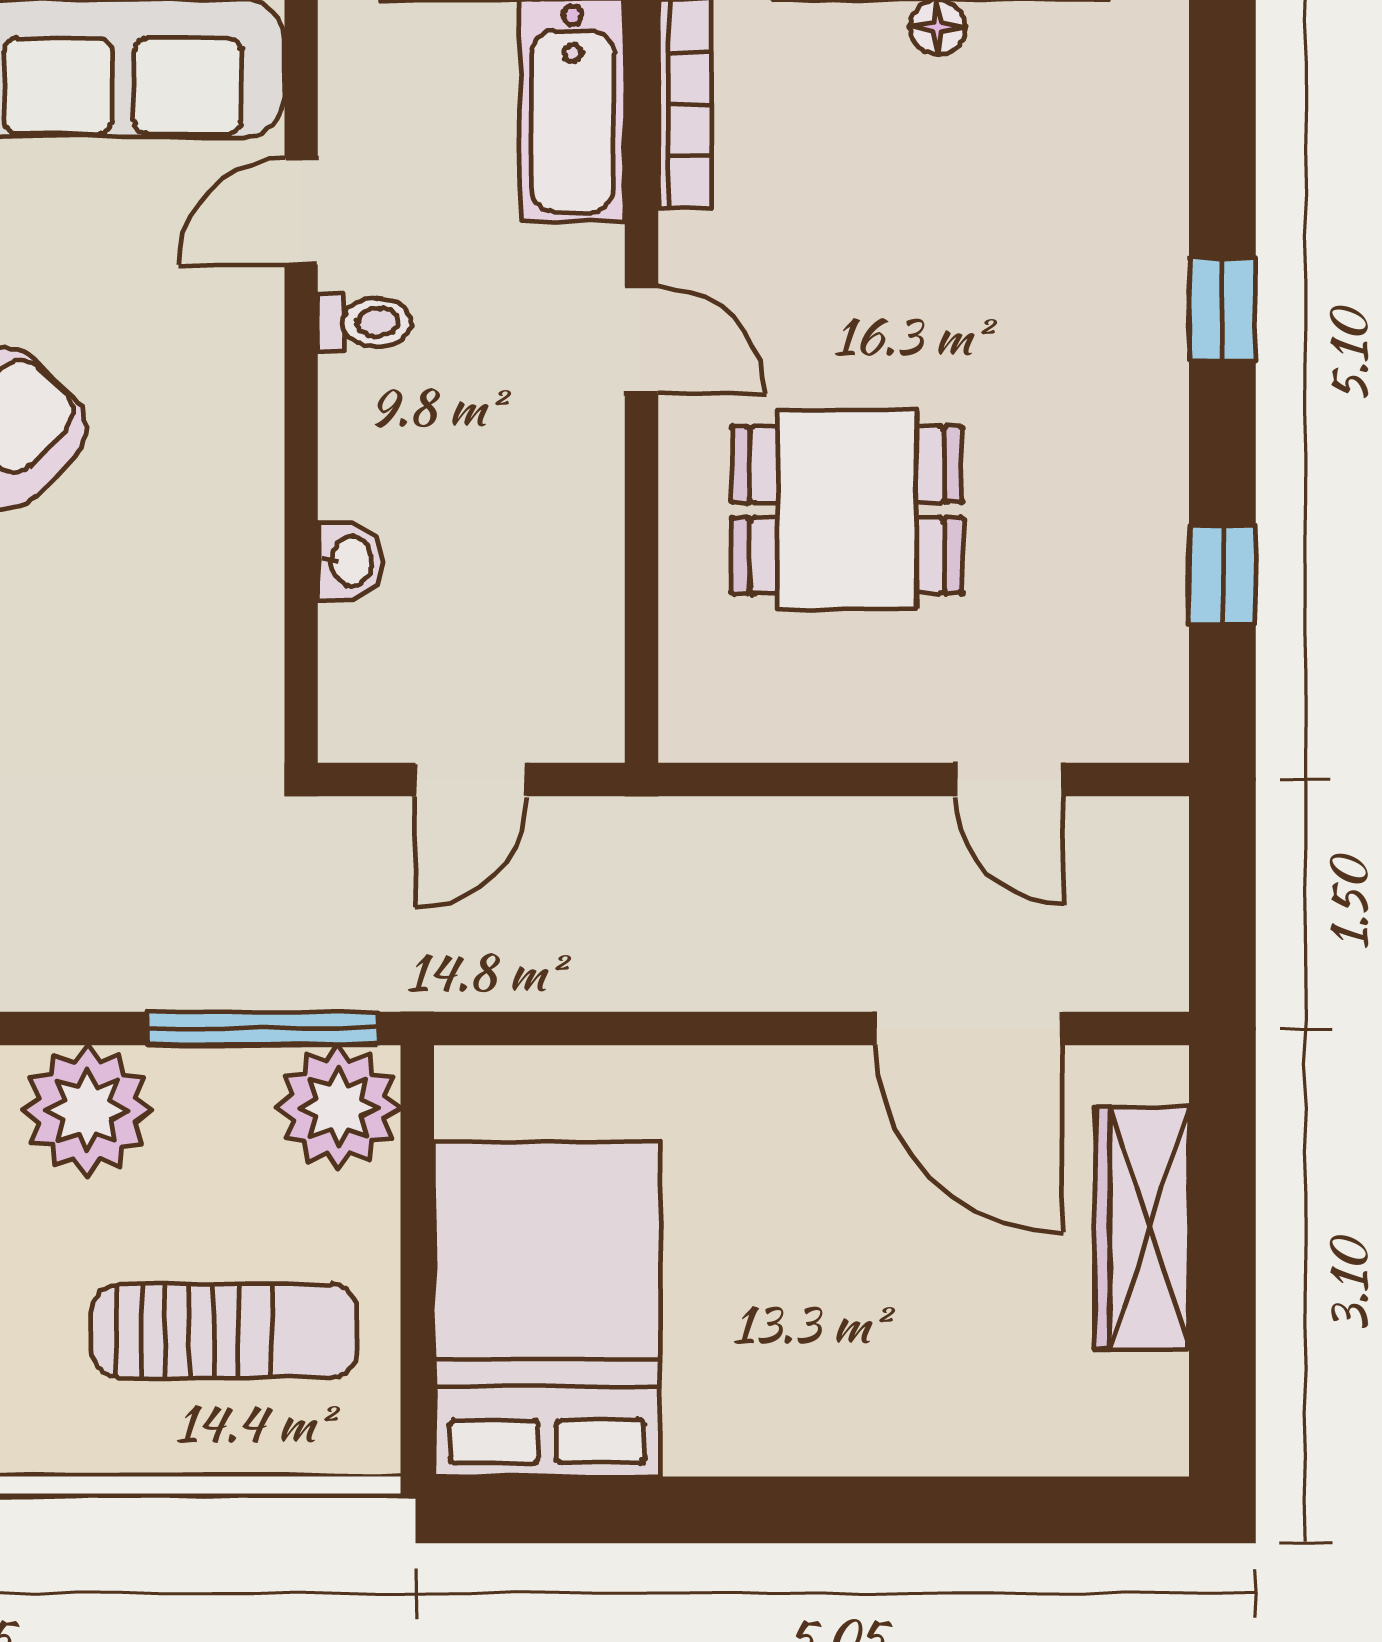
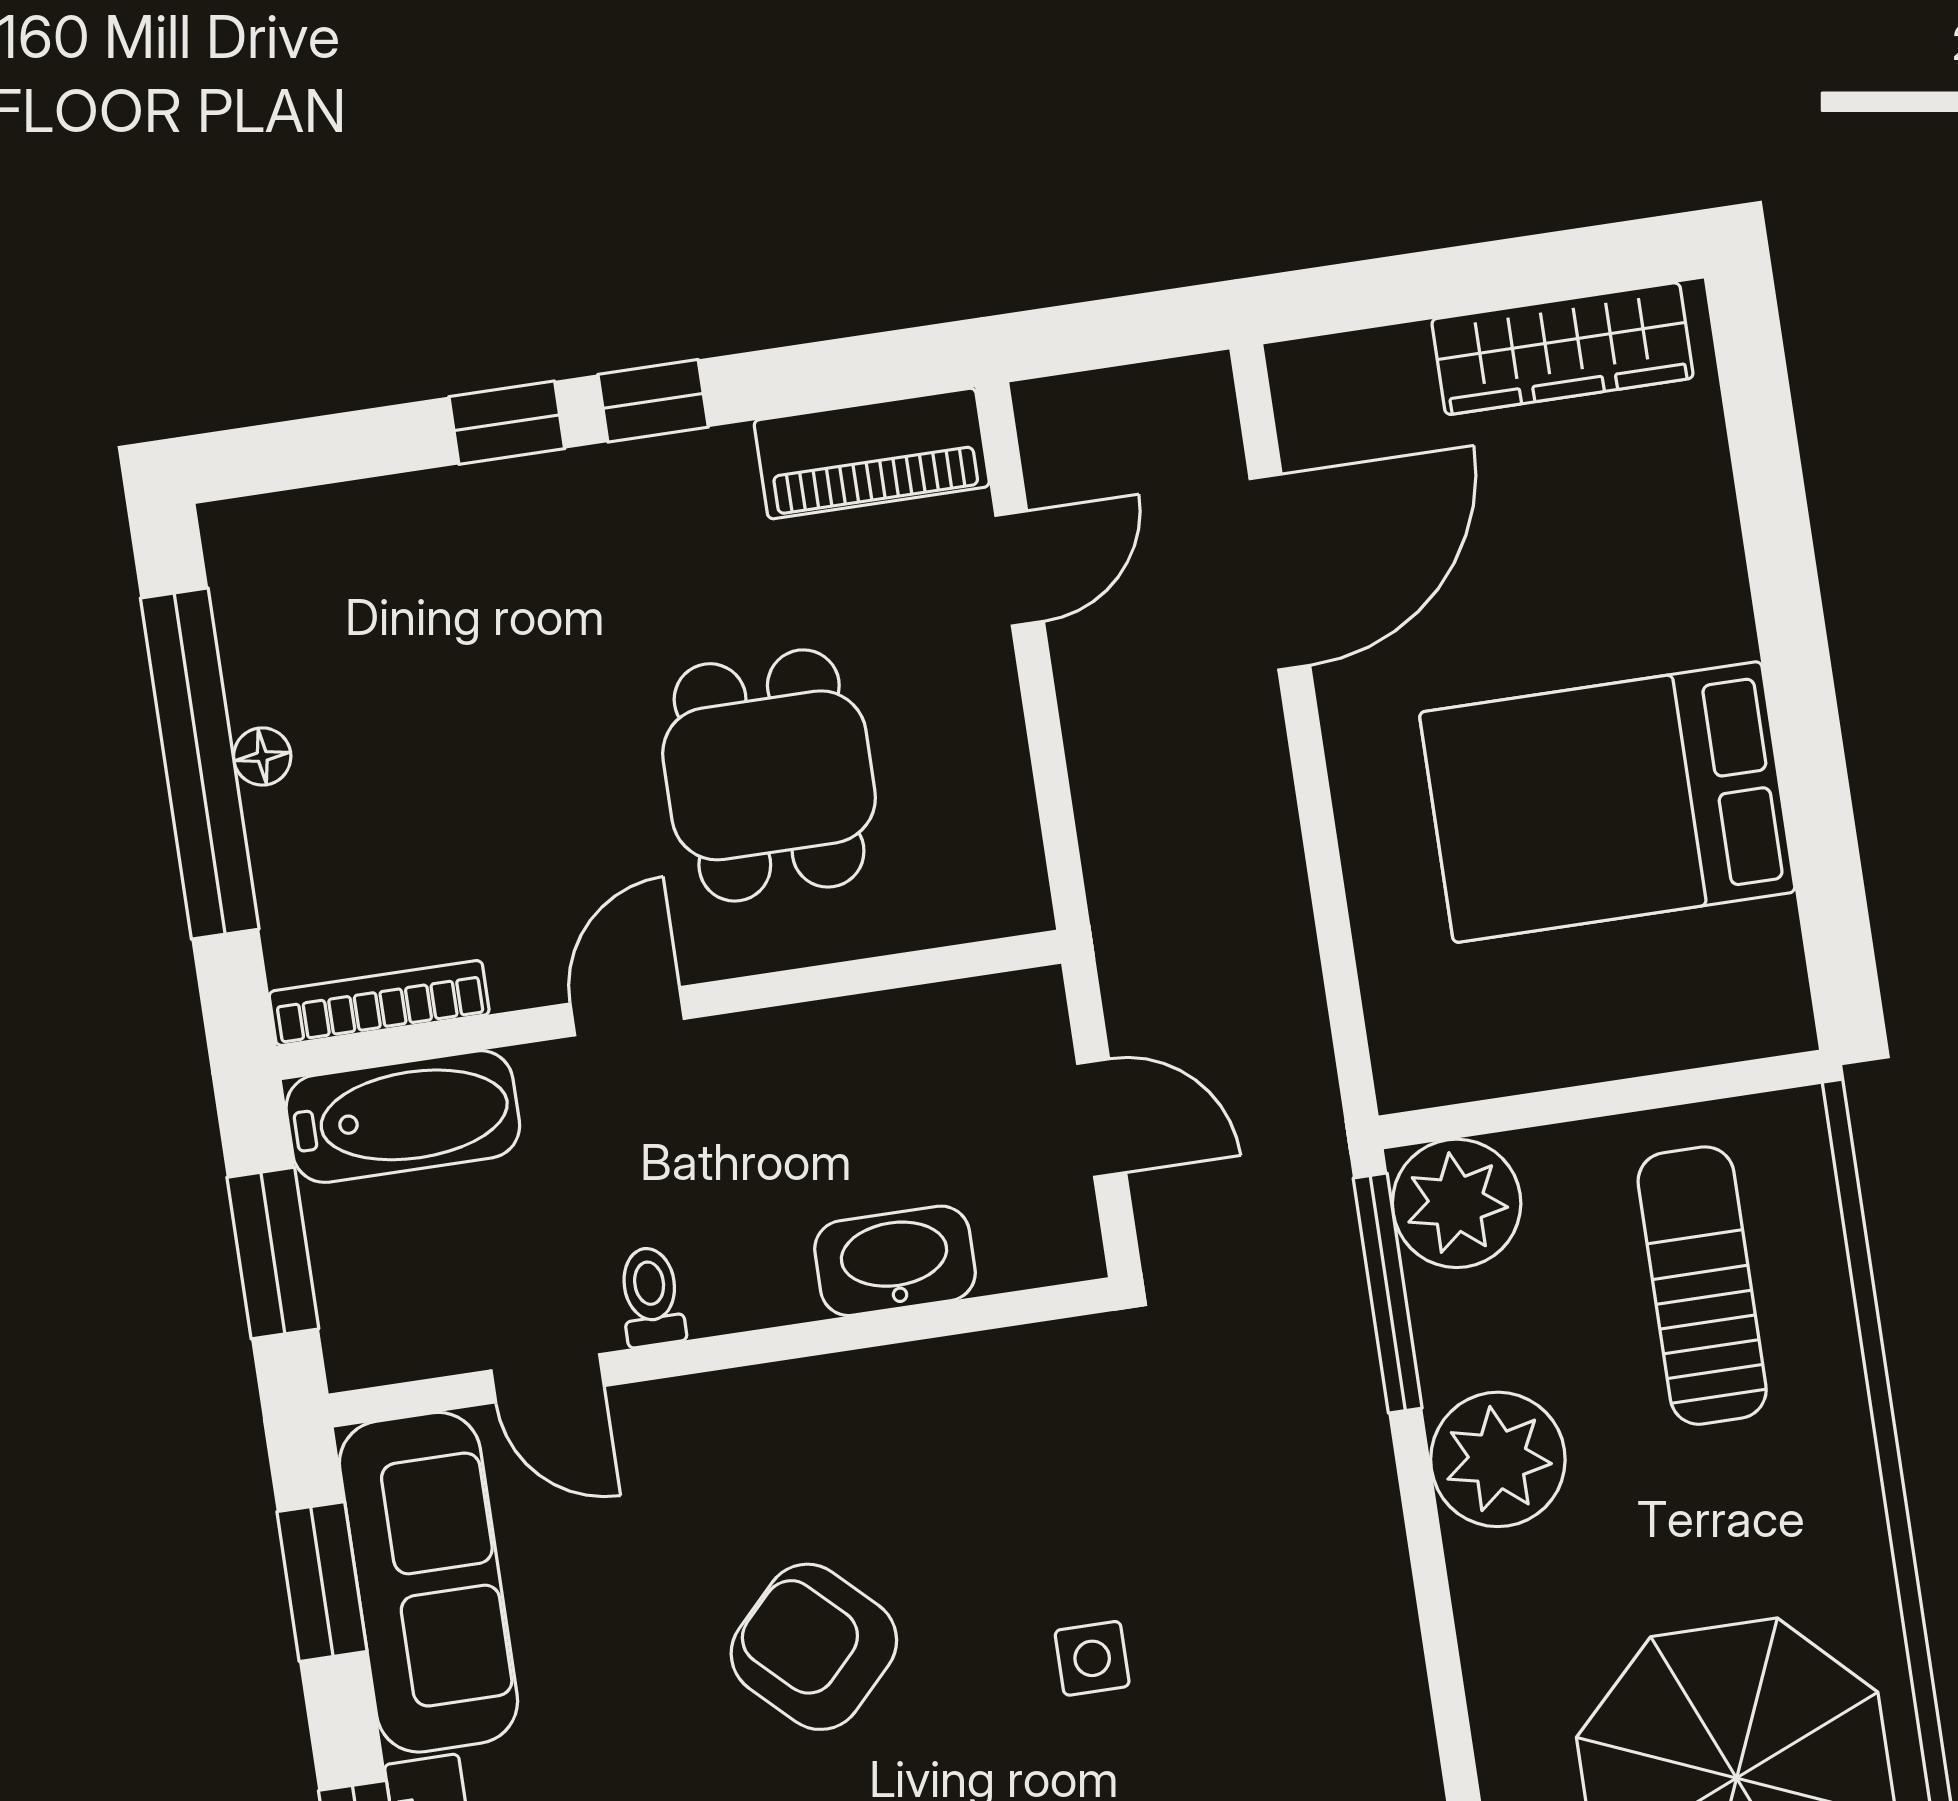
washbasin: (350, 561) -> (895, 1261), width x1.91, depth x1.45
window: (1222, 575) -> (653, 401), moved
piano: (1141, 654) -> (872, 453), added
wardrobe: (1142, 1228) -> (1562, 349), moved
bed: (547, 1309) -> (1607, 802), moved

